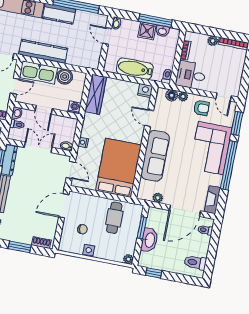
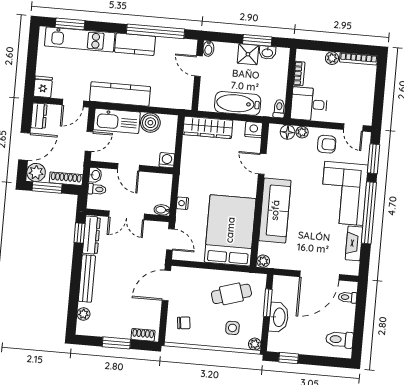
window: (155, 21) -> (257, 40), width x0.69
wardrobe: (96, 94) -> (208, 127), moved, turned 90
double door: (38, 147) -> (127, 215), swing flipped
plant: (158, 198) -> (263, 261), moved
fireplace: (212, 200) -> (354, 243), moved
cafe table: (114, 218) -> (231, 294), turned 73
chair: (82, 229) -> (184, 323), moved
side table: (89, 250) -> (232, 328), moved

